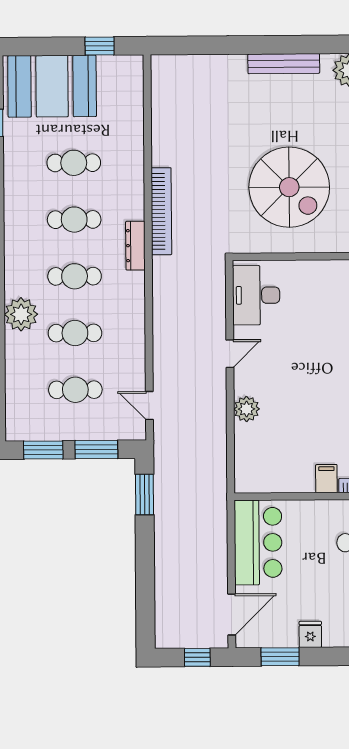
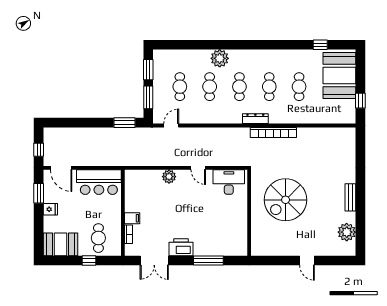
bench: (284, 64) -> (350, 197), width x0.73

